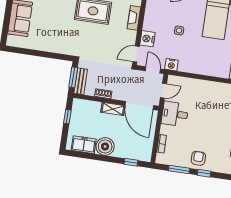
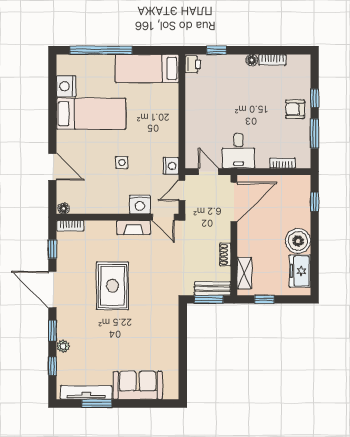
fireplace: (134, 18) -> (134, 227), moved
shelving: (113, 109) -> (244, 273), moved

